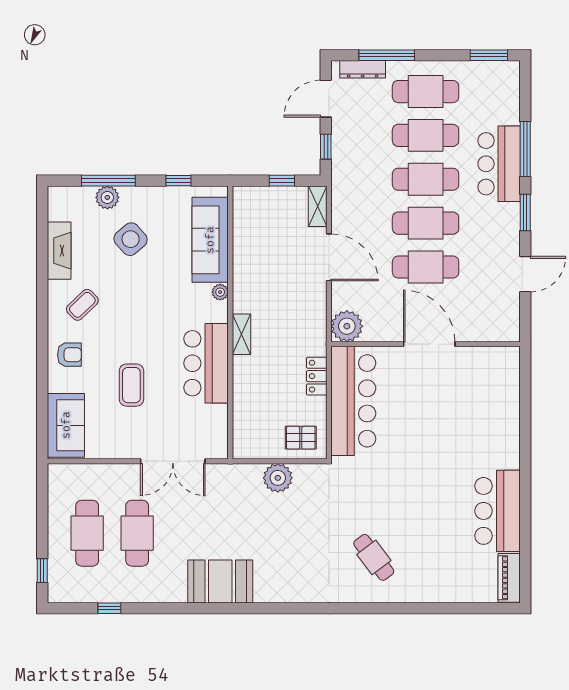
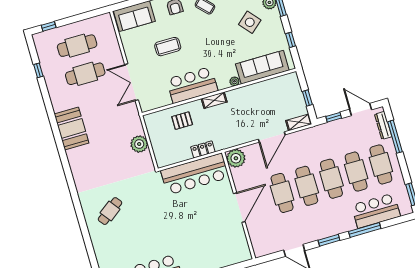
bar counter: (499, 164) -> (376, 211), moved
pallet: (301, 438) -> (182, 121), moved, turned 90

